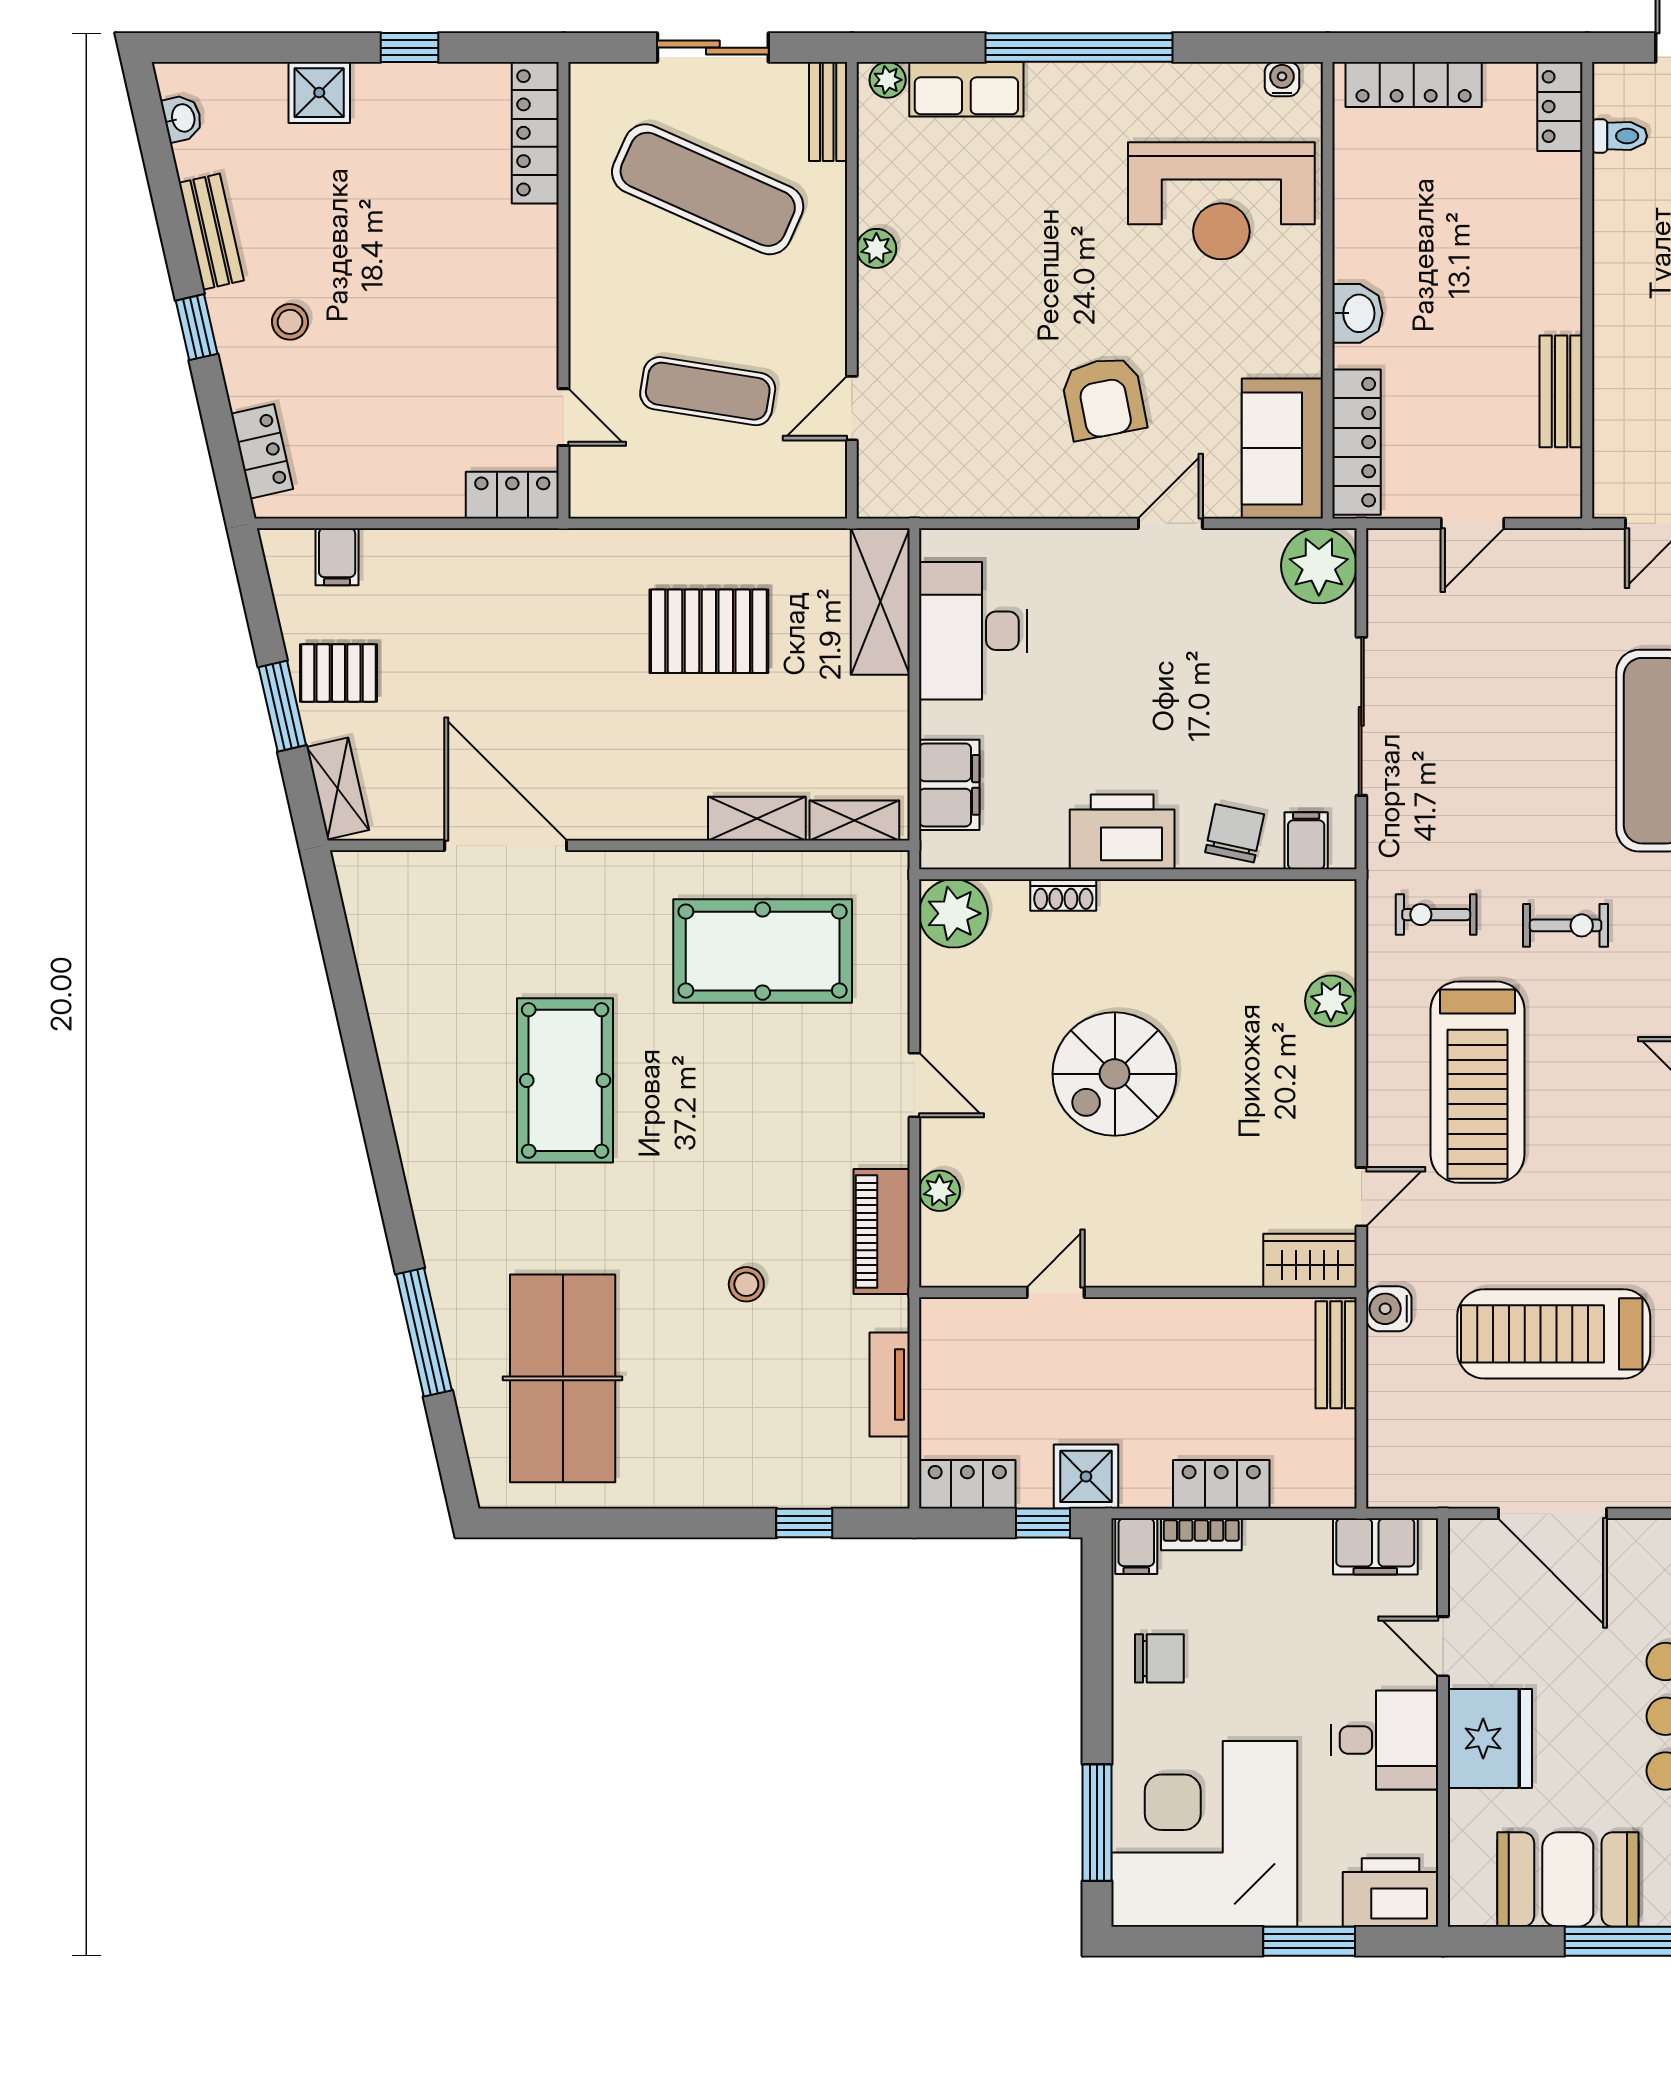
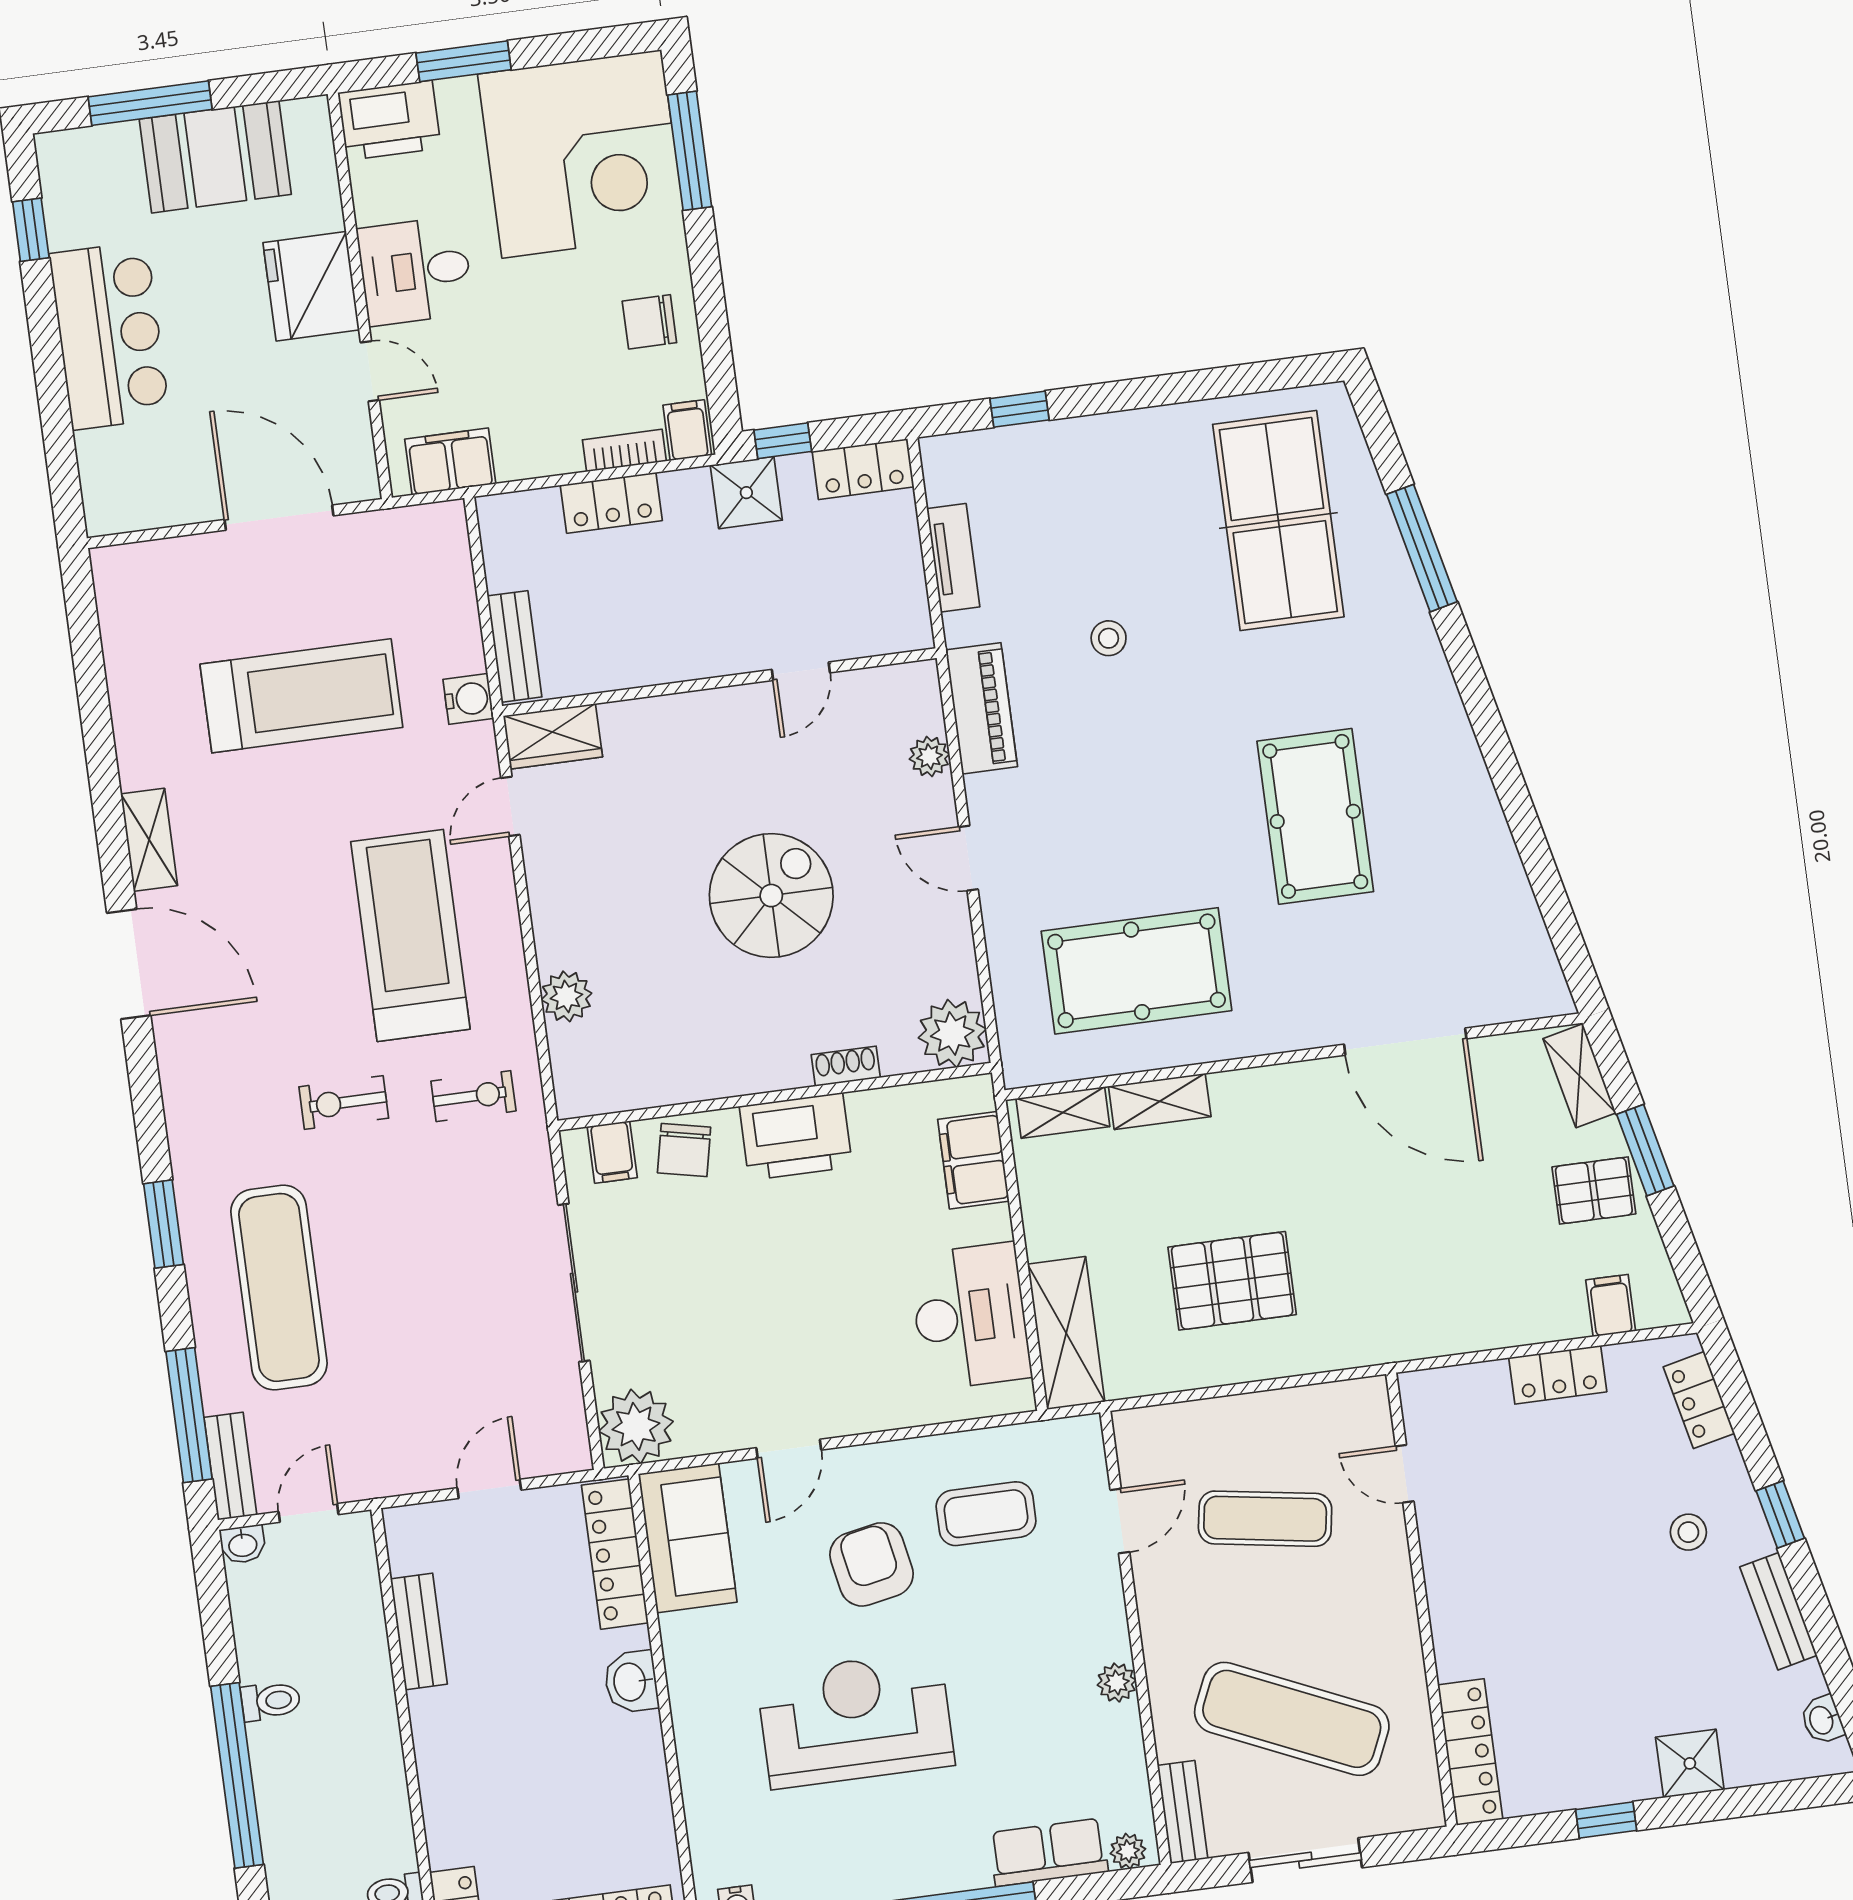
reception desk: (1221, 201) -> (855, 1720), moved
coffee table: (984, 433) -> (986, 1514), added
locker: (512, 495) -> (1558, 1375), moved

